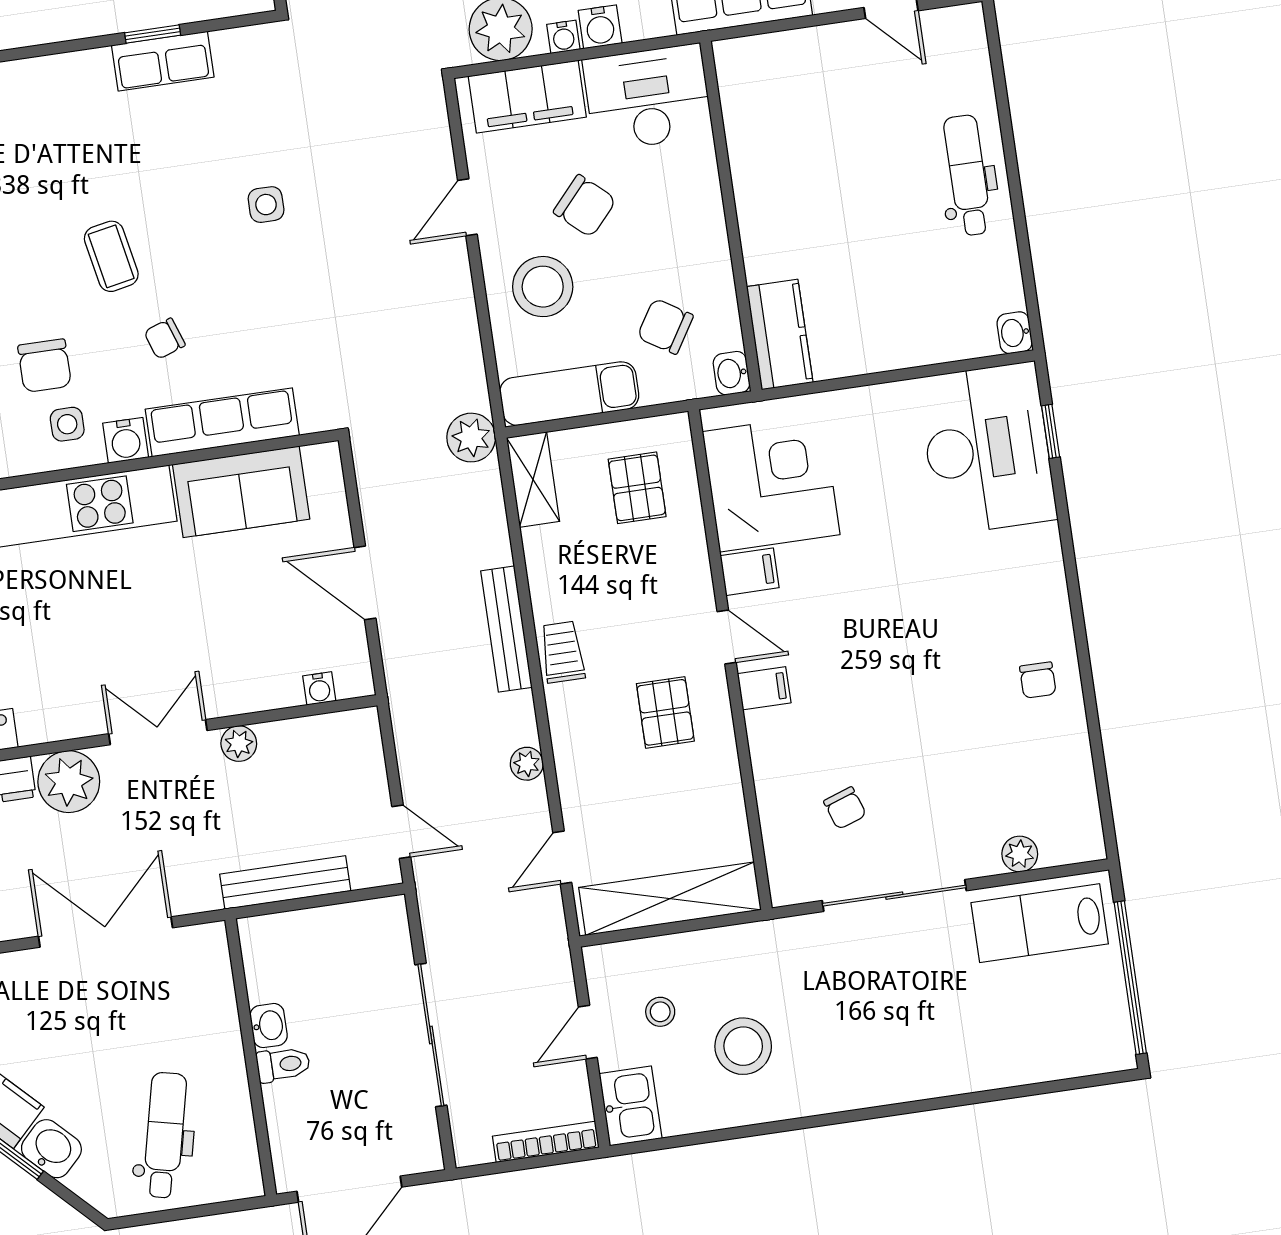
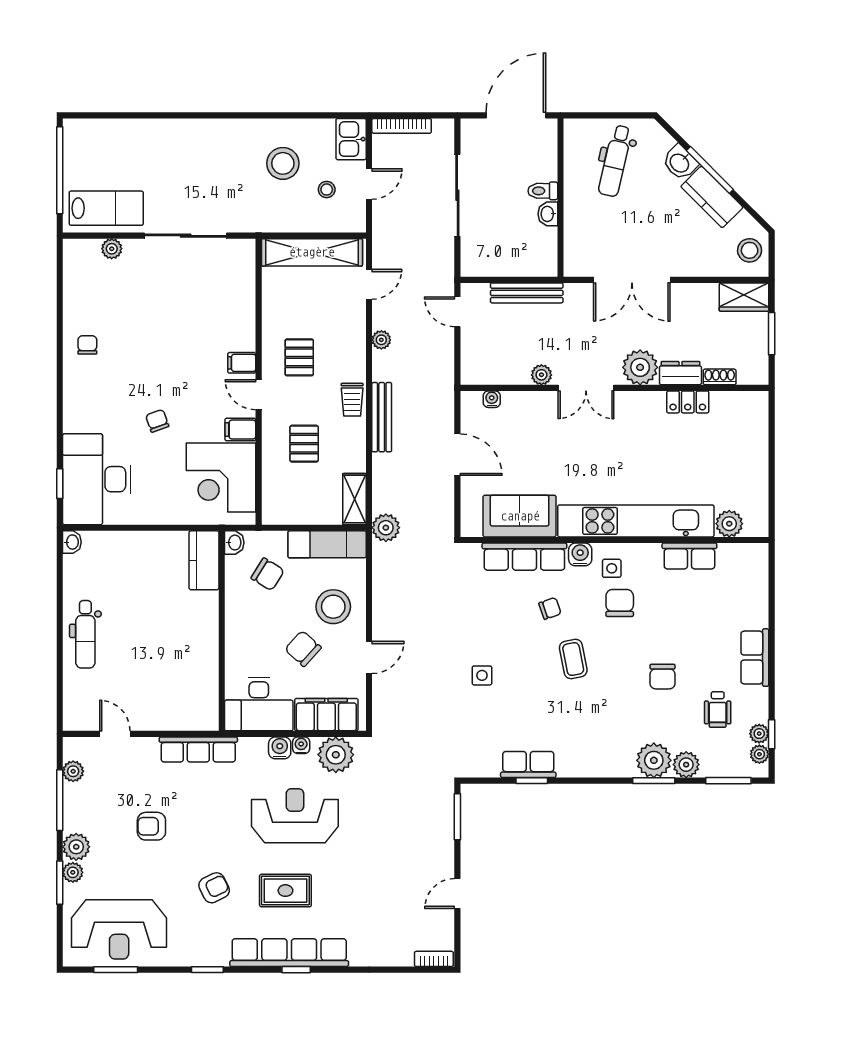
pallet: (637, 488) -> (304, 444), moved
chair: (845, 808) -> (157, 421), moved

